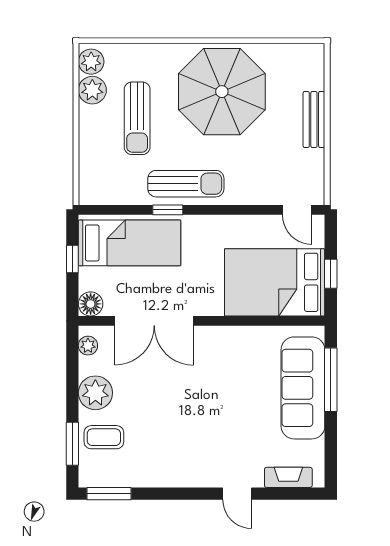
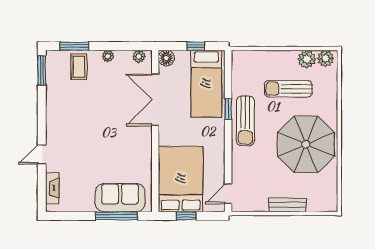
sofa: (303, 388) -> (120, 198), width x0.73
plant: (95, 393) -> (108, 56), width x0.53, depth x0.53

